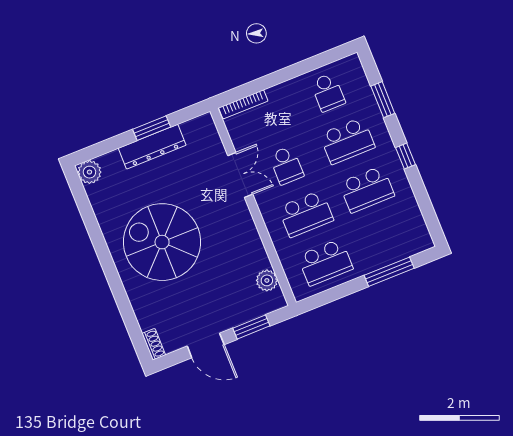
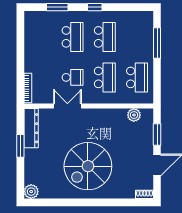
school desk: (328, 92) -> (40, 37), removed
dresser: (152, 147) -> (31, 128), moved

